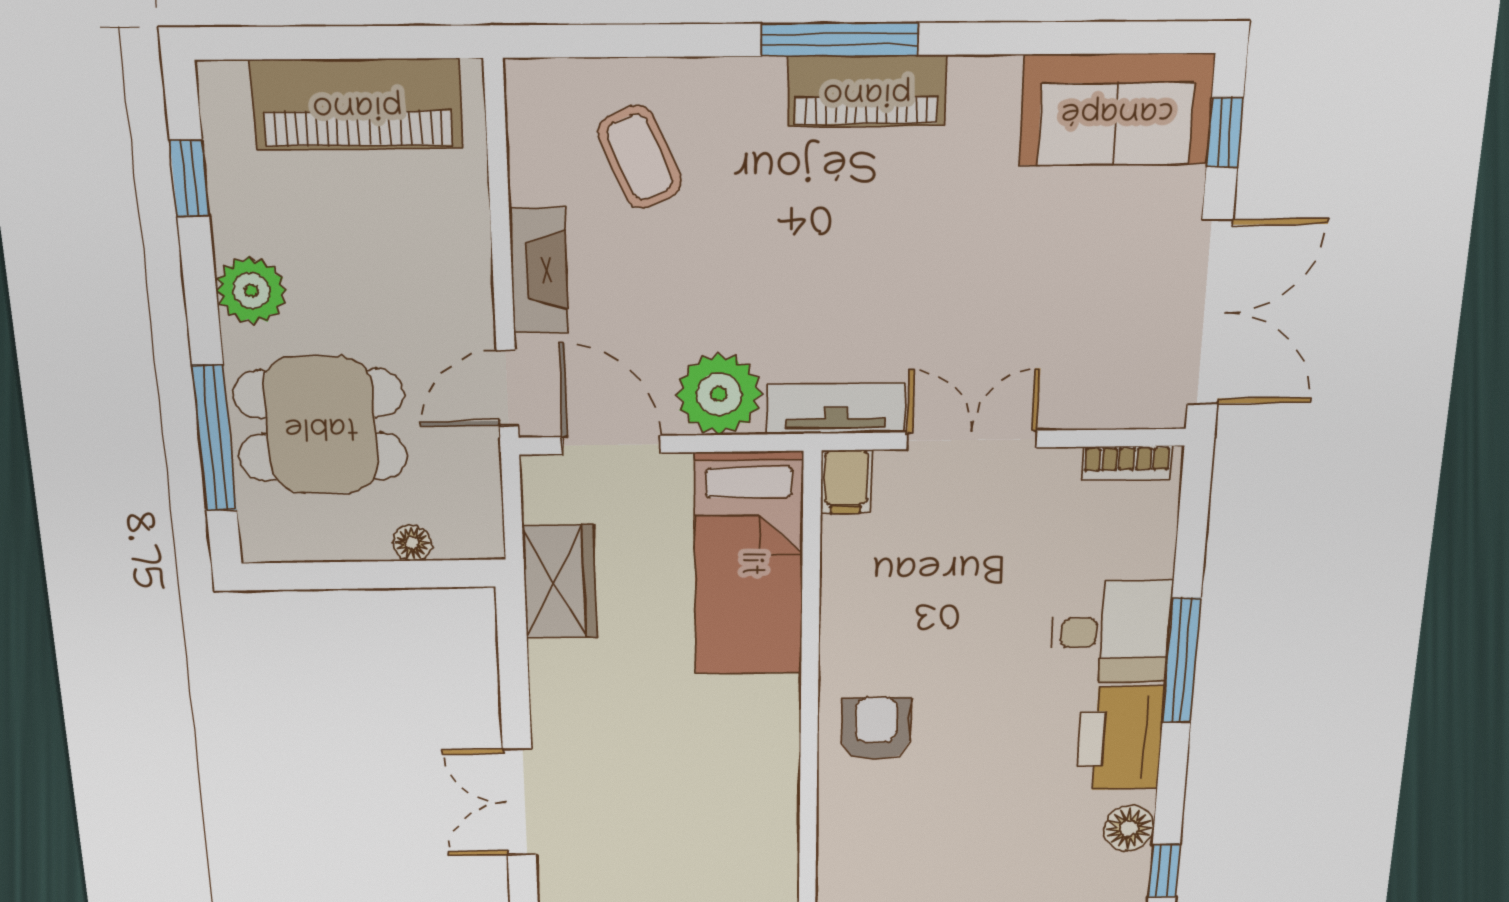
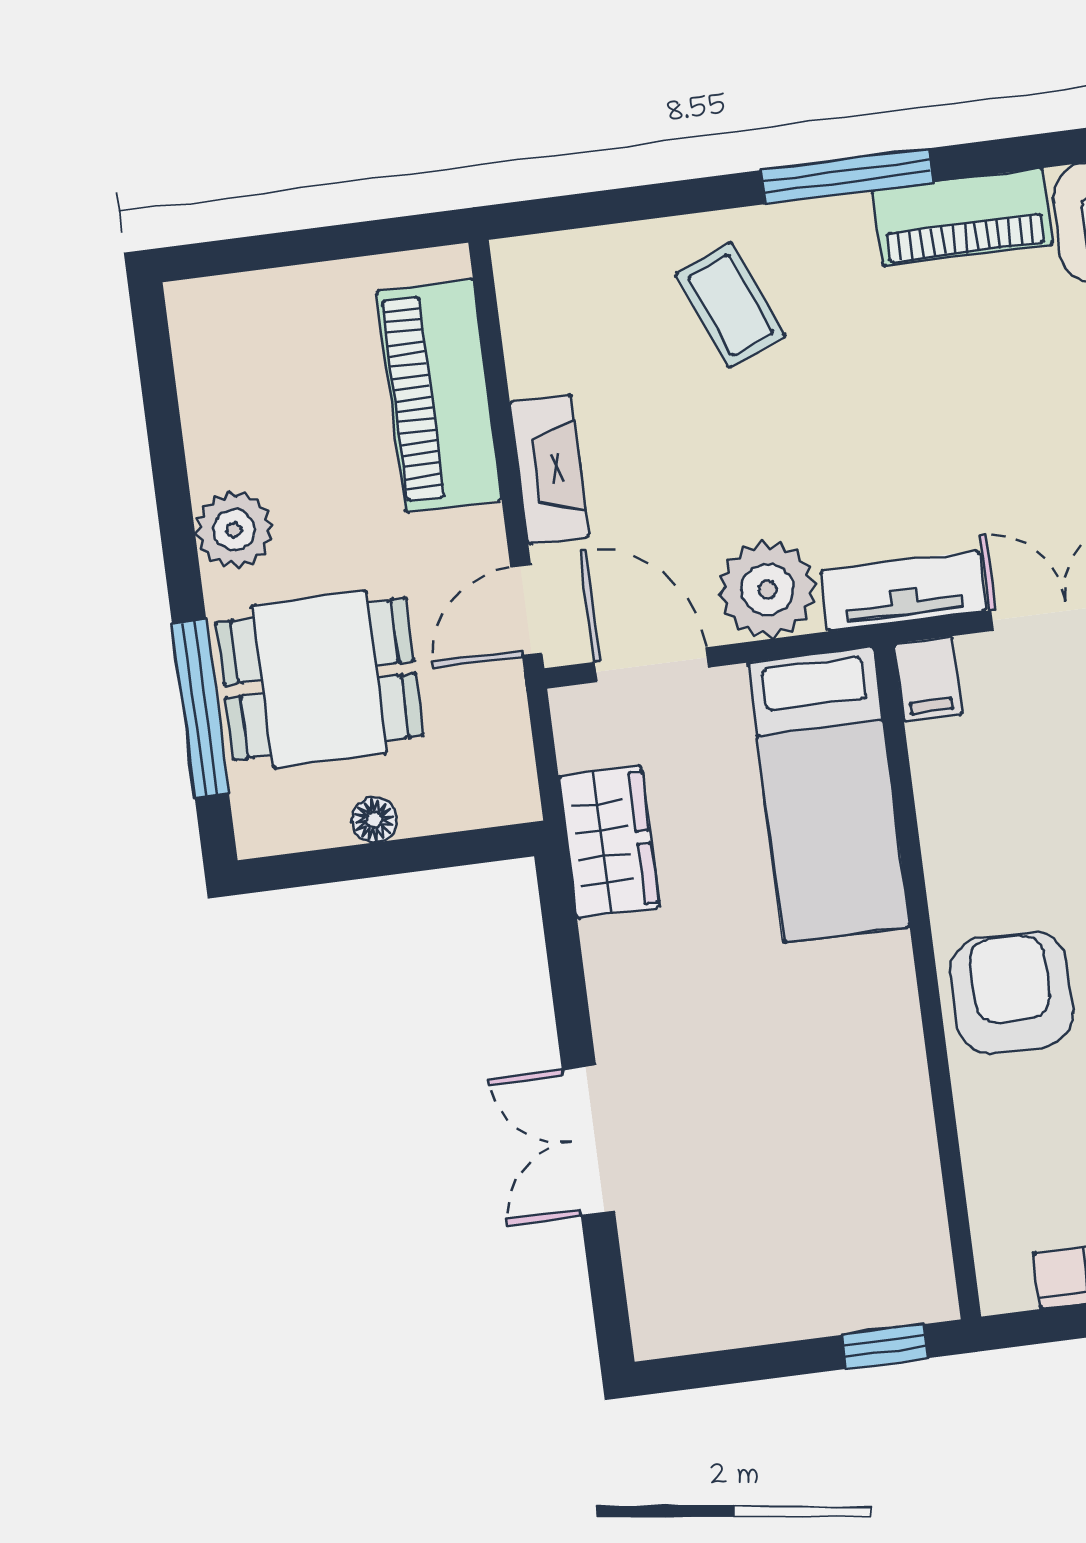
piano: (867, 91) -> (963, 217), moved
piano: (357, 104) -> (439, 395), moved, turned 90
coffee table: (640, 157) -> (731, 305), moved
window: (189, 178) -> (162, 411), removed
floor lamp: (412, 543) -> (374, 820), moved
armchair: (876, 729) -> (1011, 993), width x1.38, depth x1.38

